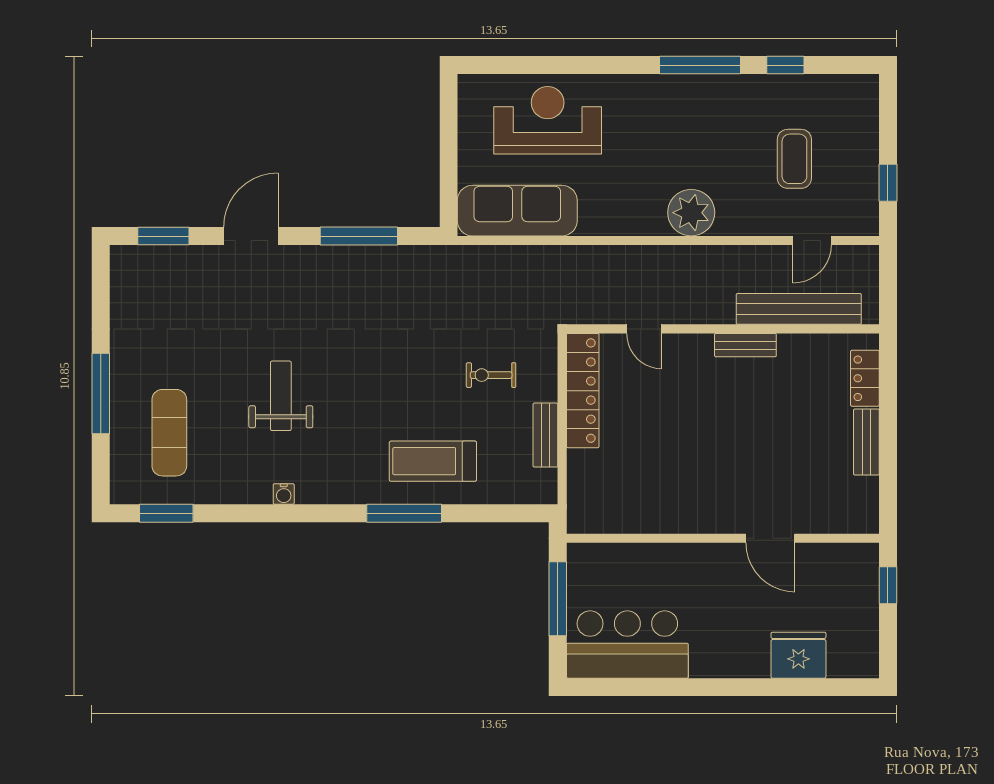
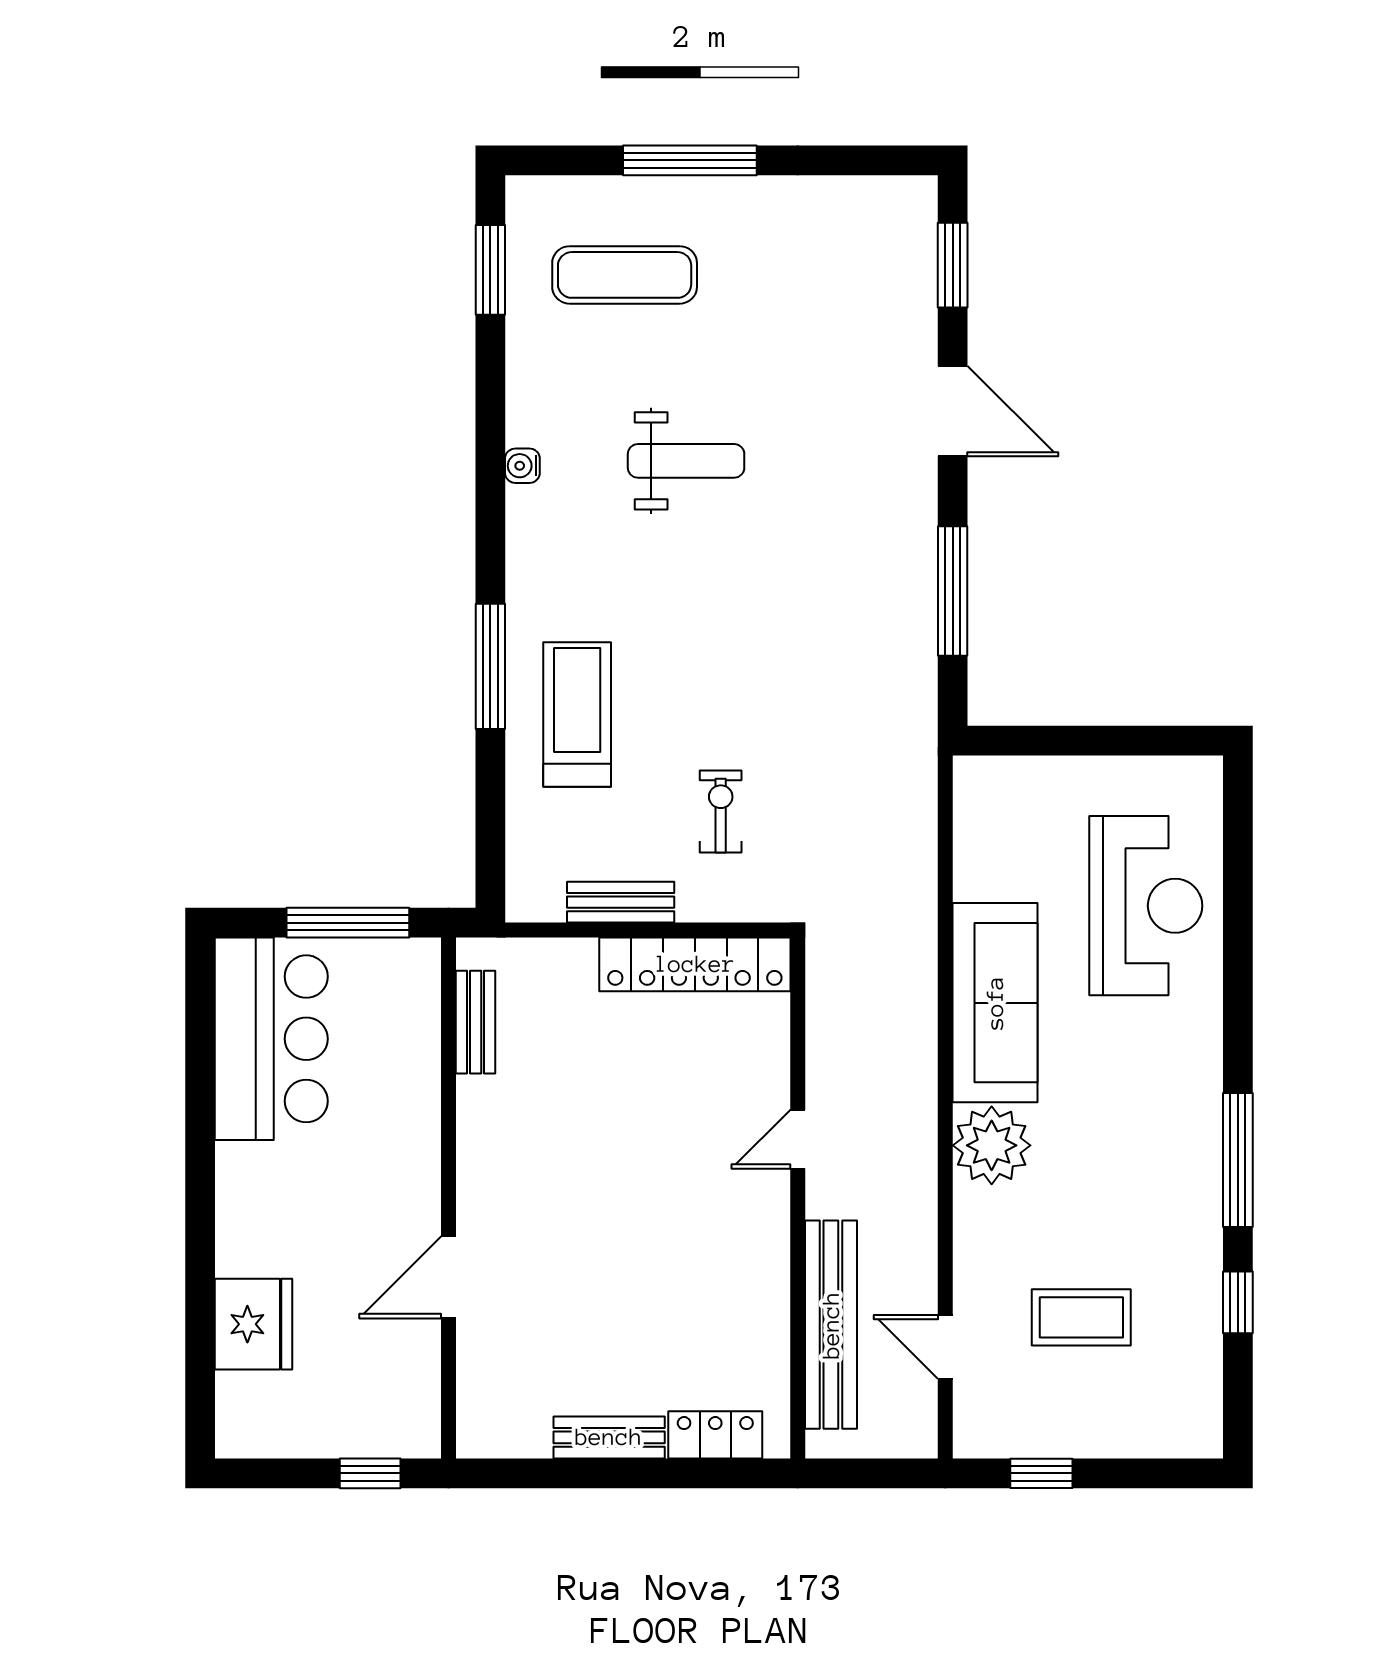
sofa: (517, 211) -> (995, 1003), moved
door: (644, 329) -> (798, 1139), moved
bench: (745, 345) -> (476, 1022), moved

